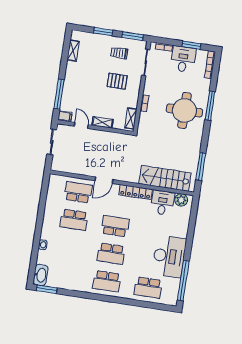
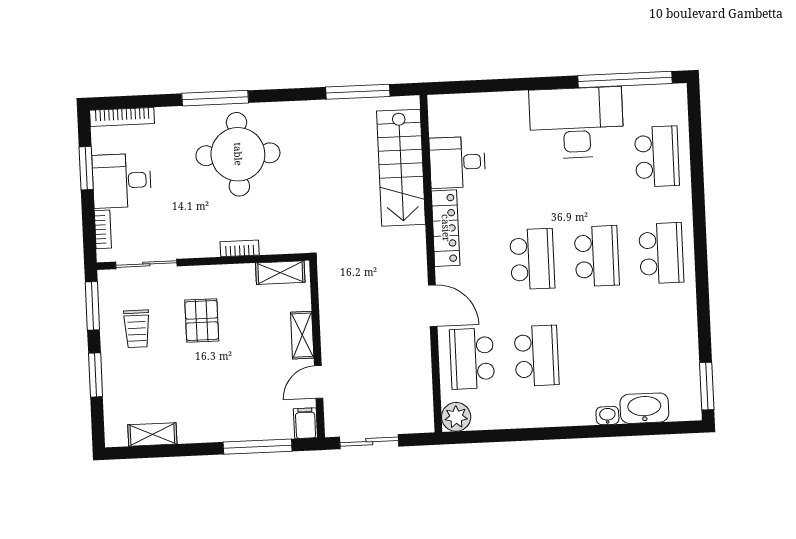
plant: (181, 200) -> (456, 417), moved
school desk: (115, 226) -> (532, 259), turned 180
washbasin: (41, 275) -> (644, 408), moved

